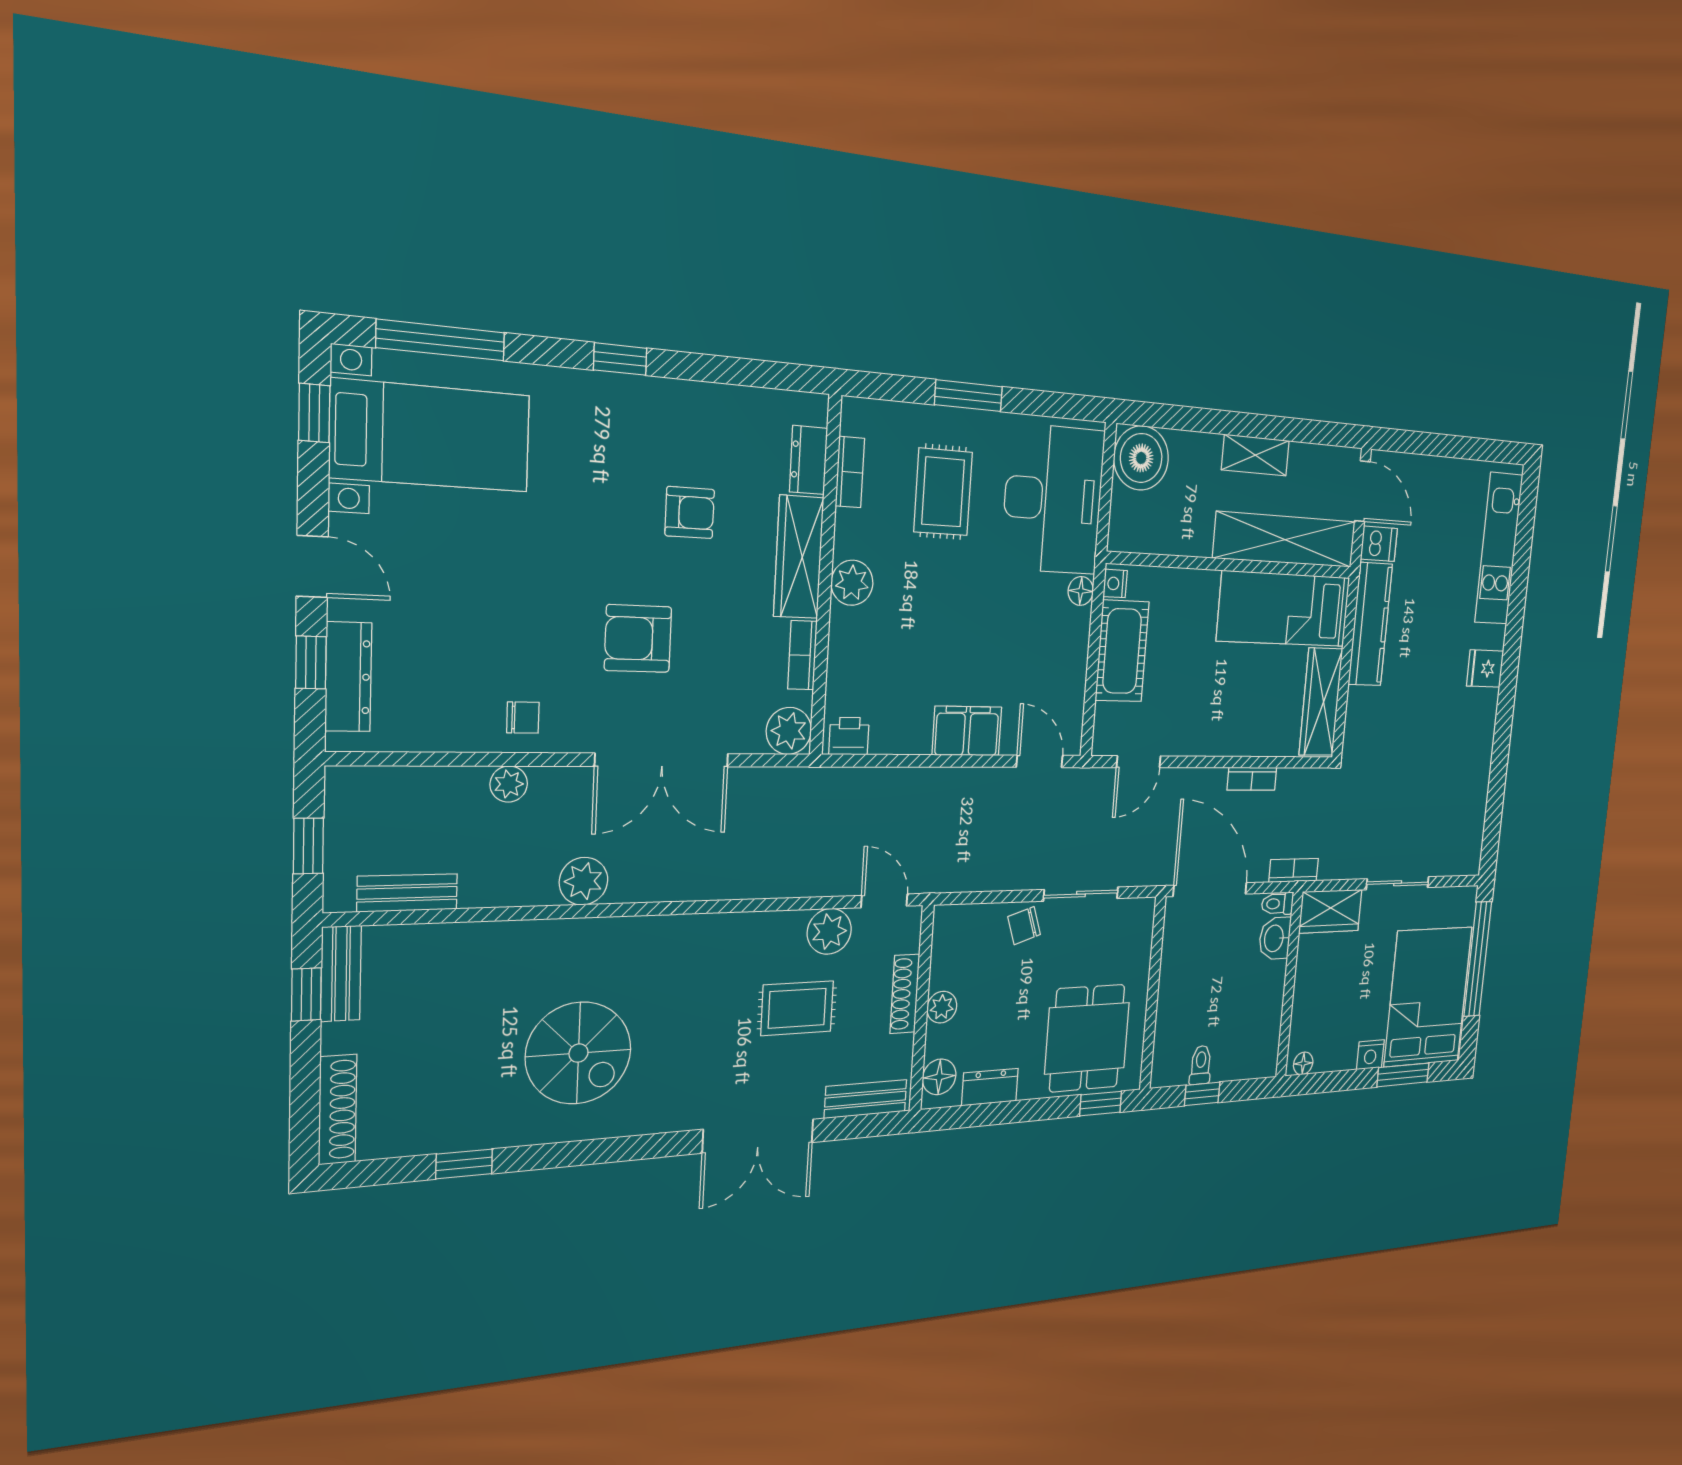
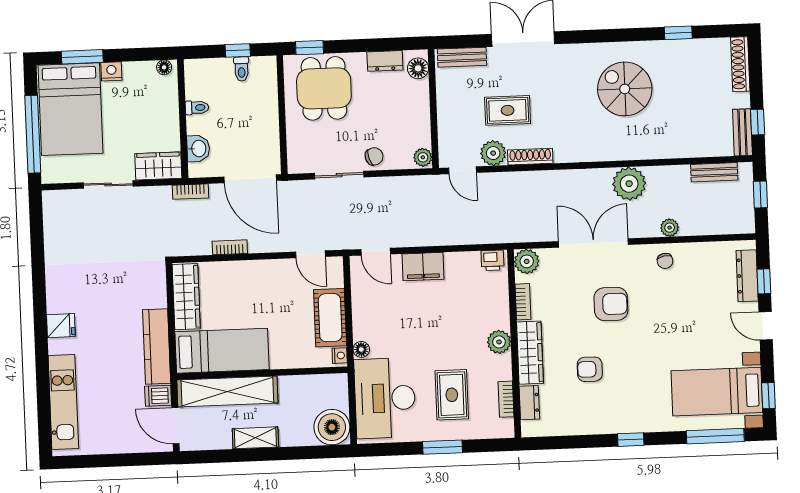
chair: (523, 718) -> (665, 261), turned -100
door: (1139, 762) -> (310, 254), swing flipped
plant: (584, 881) -> (629, 184), width x1.36, depth x1.36
toilet: (1277, 904) -> (197, 108), moved
shoe rack: (905, 994) -> (530, 157), moved, turned -90
plant: (942, 1007) -> (423, 157), moved

